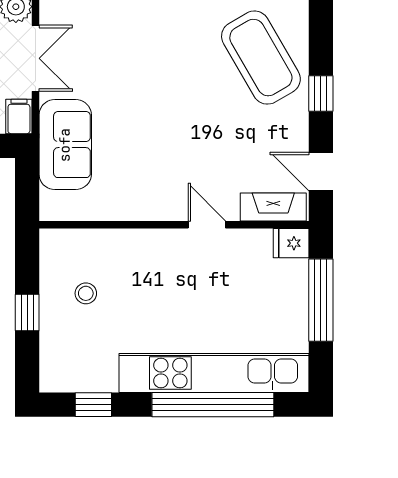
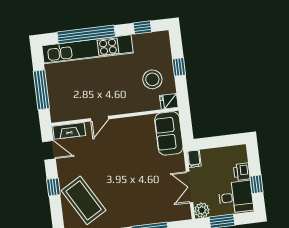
sofa: (65, 145) -> (169, 133), moved
door: (207, 225) -> (99, 119), hinge flipped
fridge: (291, 243) -> (169, 101), moved, turned 180
stool: (86, 293) -> (152, 79), width x1.89, depth x1.89

